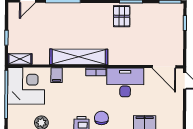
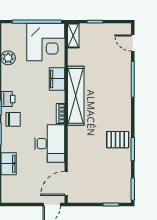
filing cabinet: (57, 75) -> (57, 79), width x2.00

